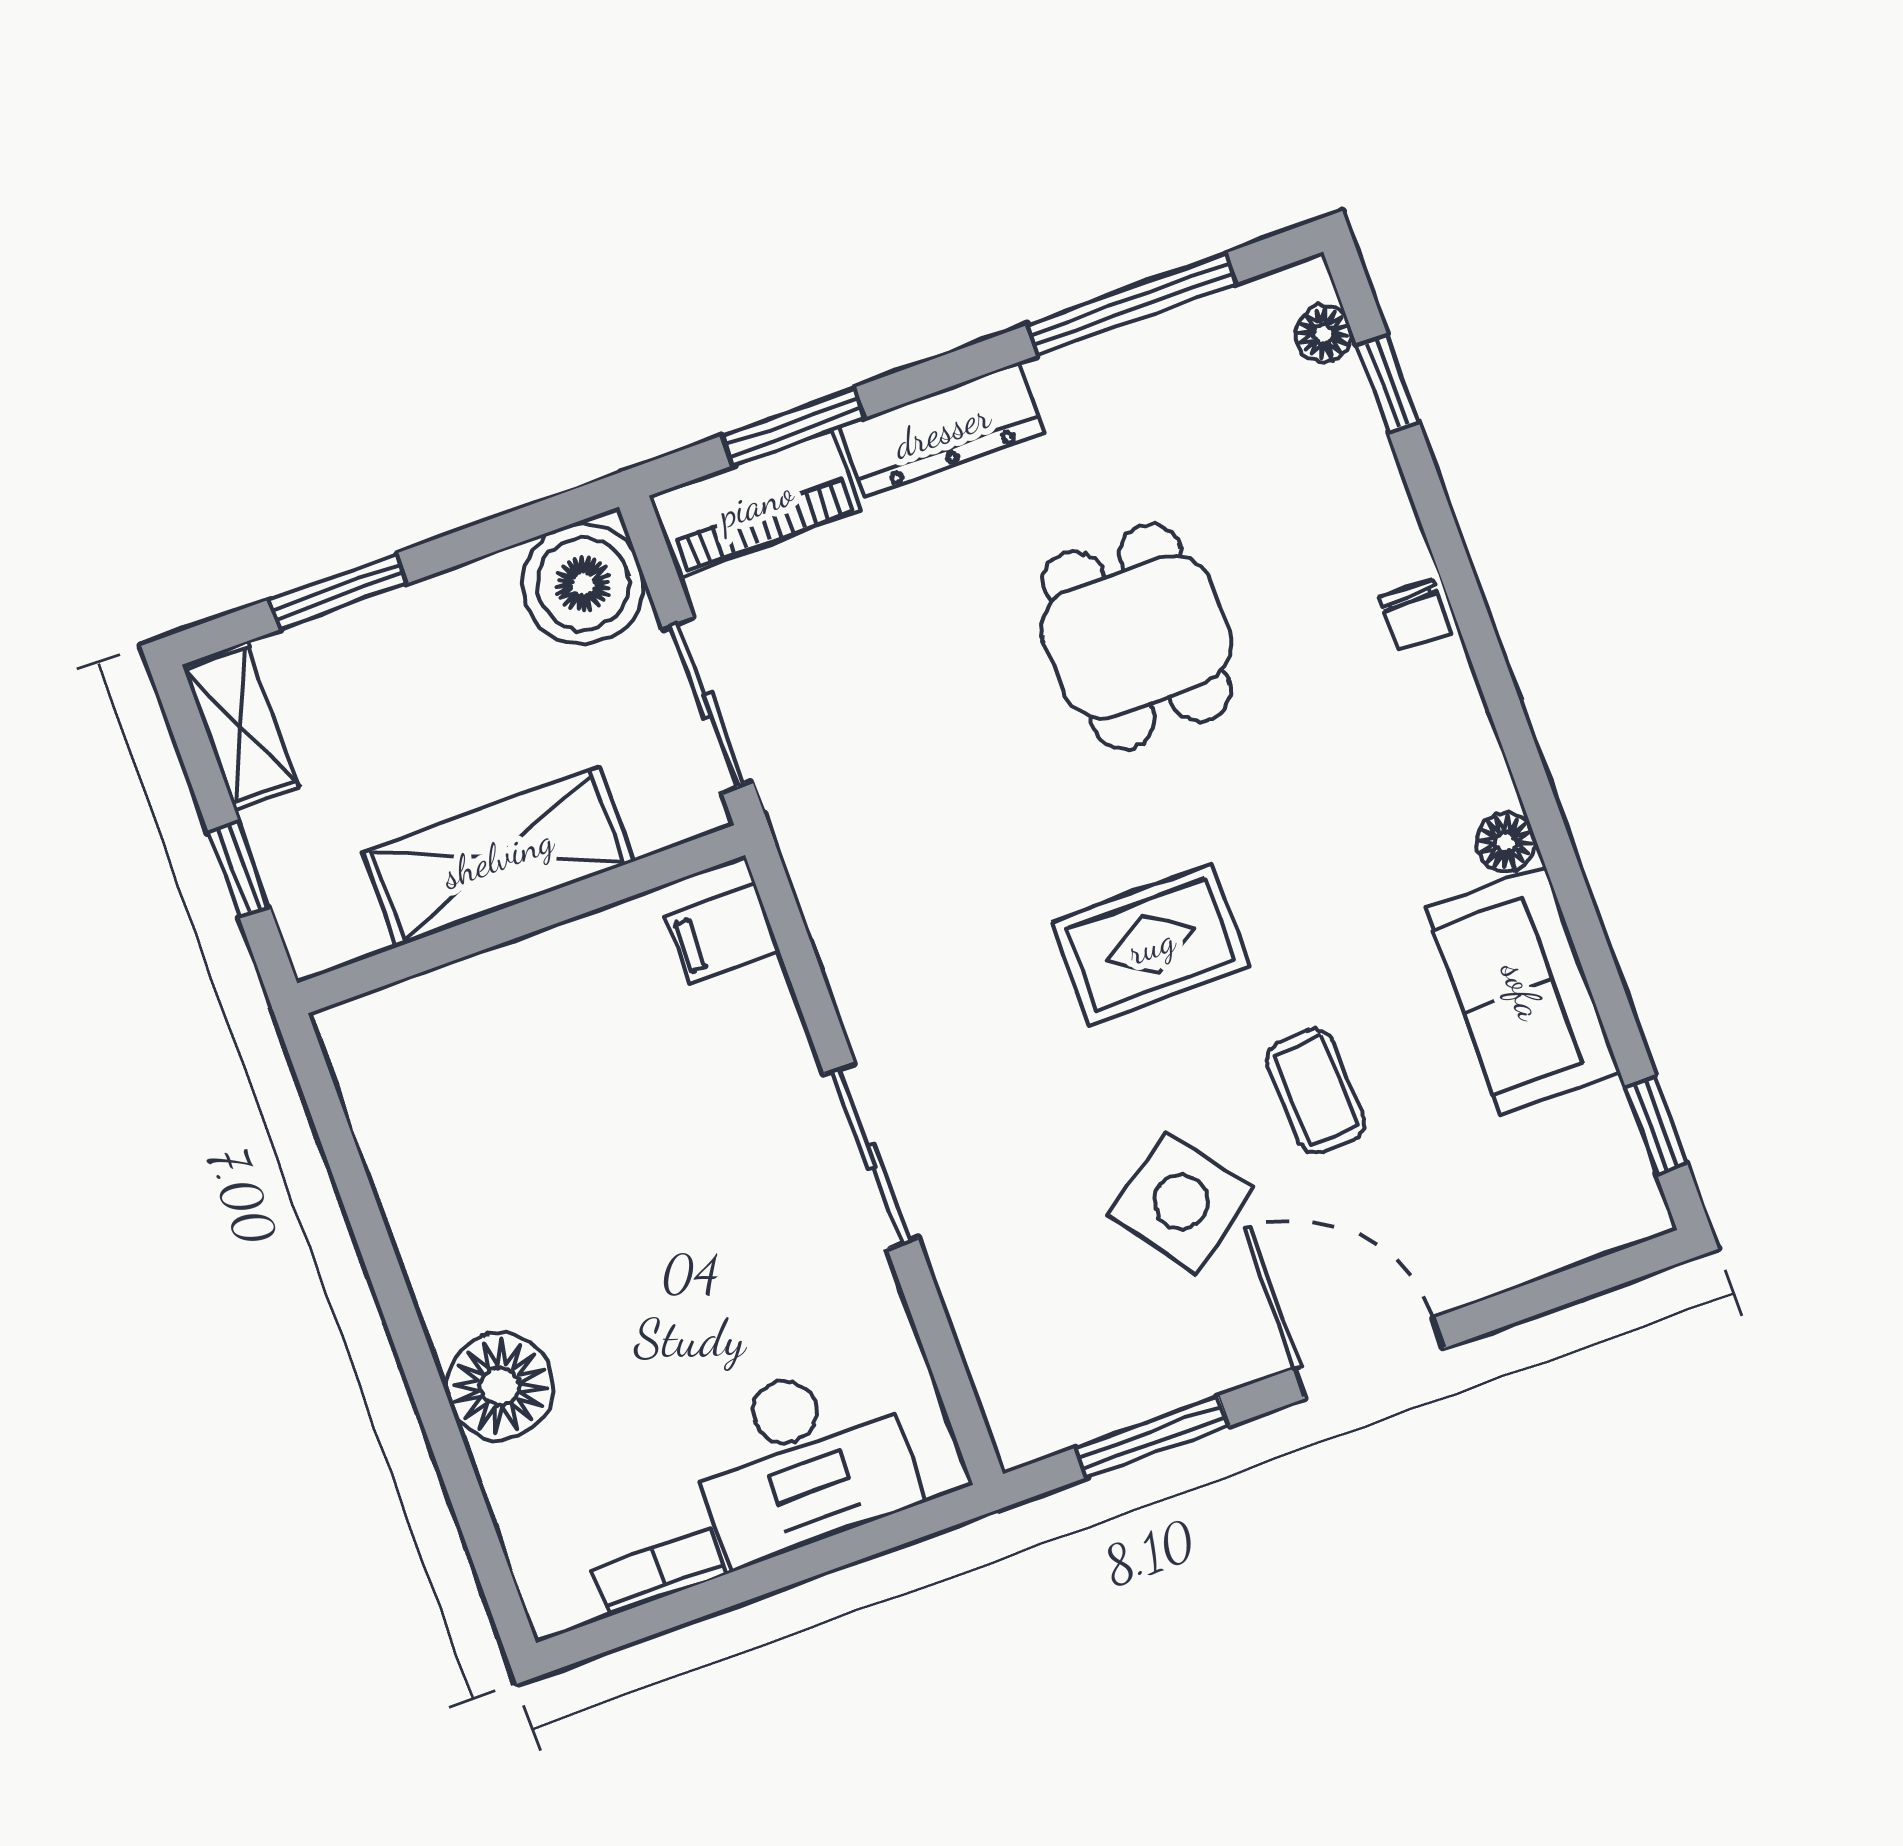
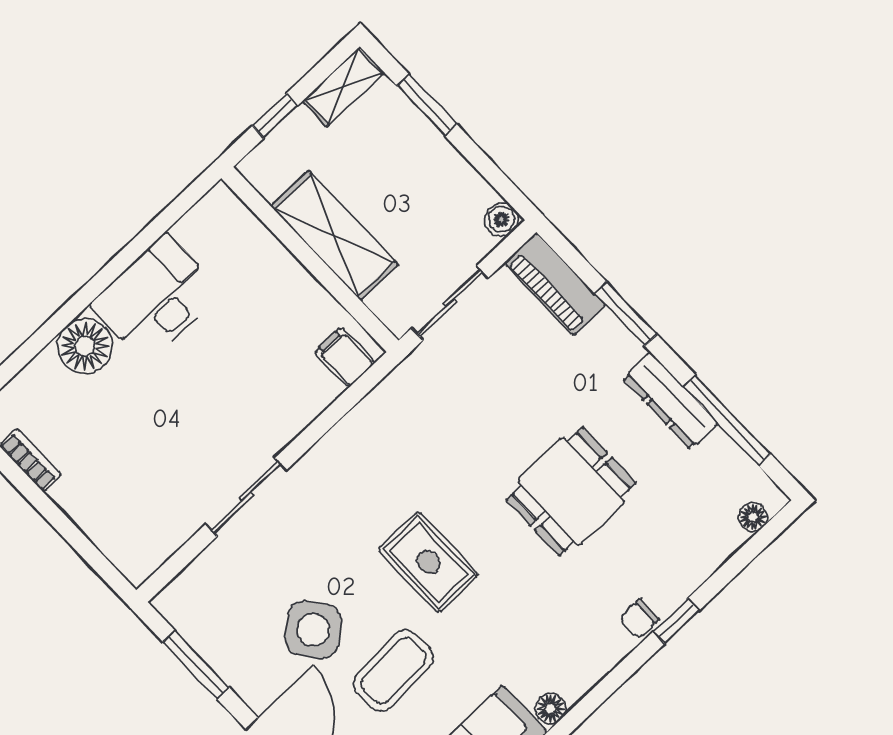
window: (1388, 383) -> (676, 621), moved
window: (793, 427) -> (626, 314), moved
dresser: (942, 430) -> (670, 401), moved
boiler: (583, 584) -> (501, 219), width x0.54, depth x0.54
coffee table: (1316, 1091) -> (393, 671), width x1.36, depth x1.30
sliding door: (871, 1156) -> (246, 497), moved
desk: (802, 1460) -> (156, 298), moved, turned 90

